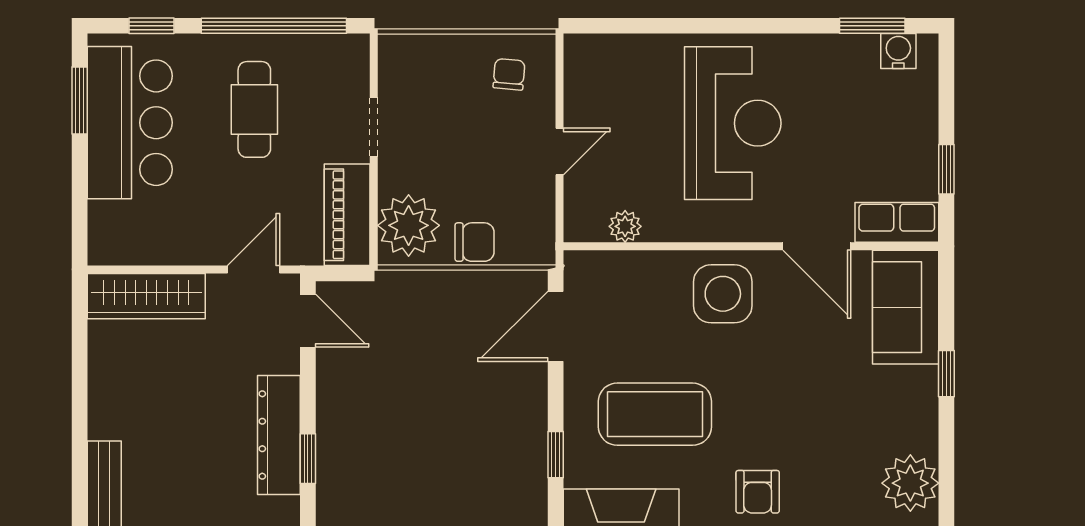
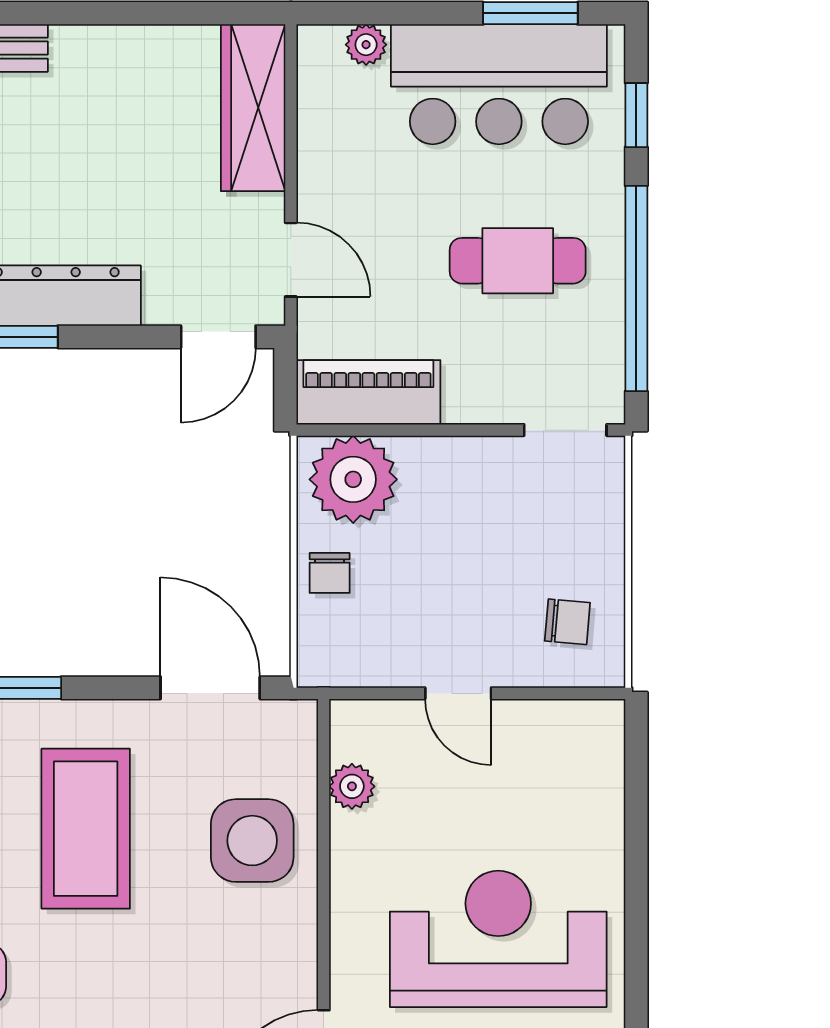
reception desk: (733, 123) -> (498, 939), turned 180
doorway: (374, 127) -> (565, 430), moved
plant: (102, 216) -> (366, 45), added
chair: (475, 242) -> (330, 573), width x0.73, depth x0.73
side table: (723, 294) -> (252, 841), moved

